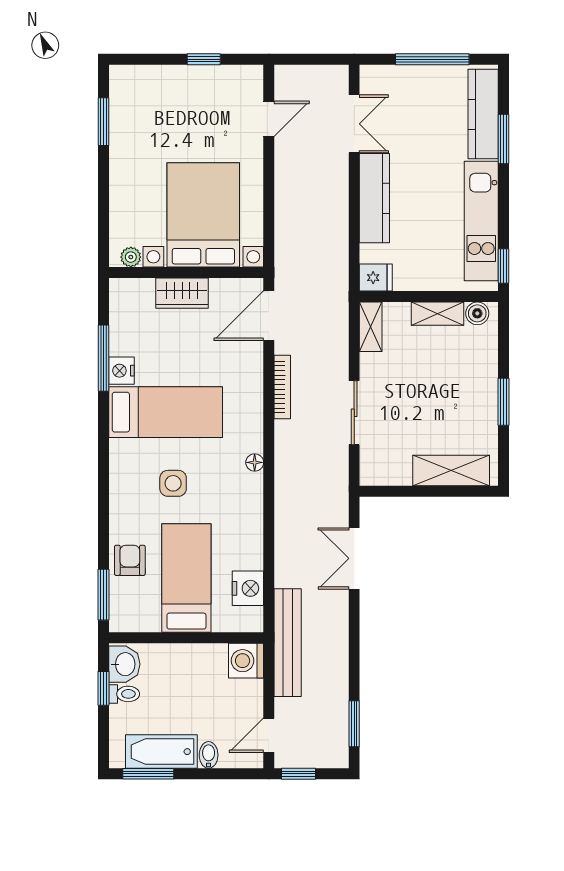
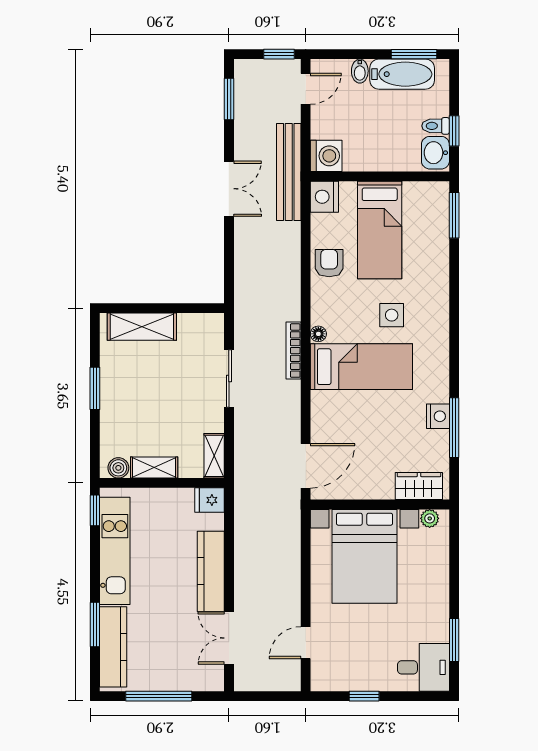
desk: (138, 91) -> (423, 667), added
wardrobe: (182, 293) -> (419, 486), moved
bookcase: (282, 387) -> (294, 351), moved
bed: (166, 412) -> (361, 367), moved, turned 180
double door: (354, 558) -> (229, 189), moved
armchair: (130, 560) -> (329, 263), moved, turned 180
nightstand: (248, 588) -> (324, 197), moved

